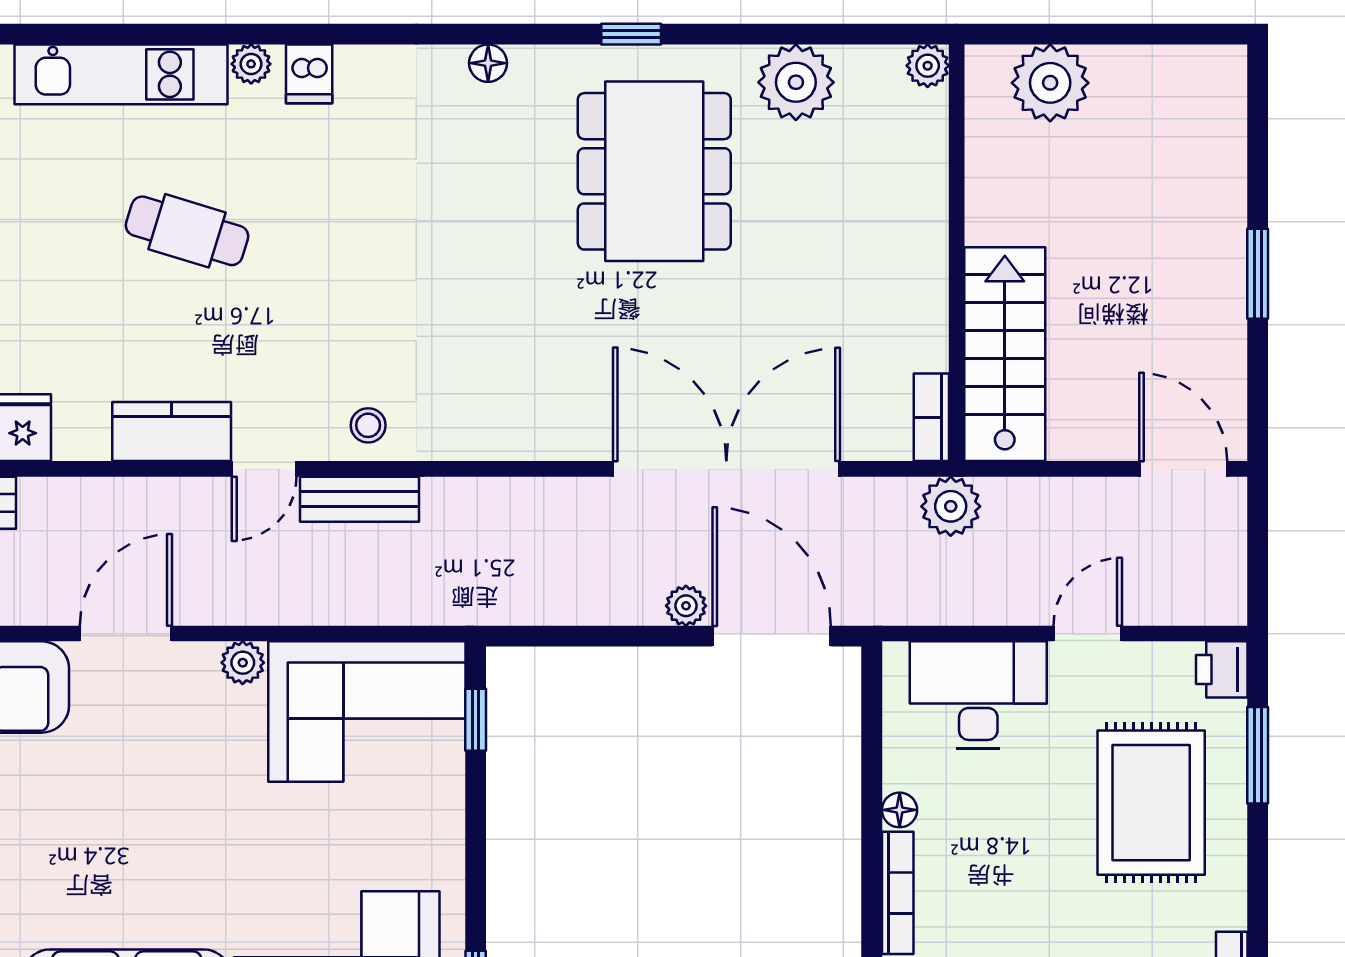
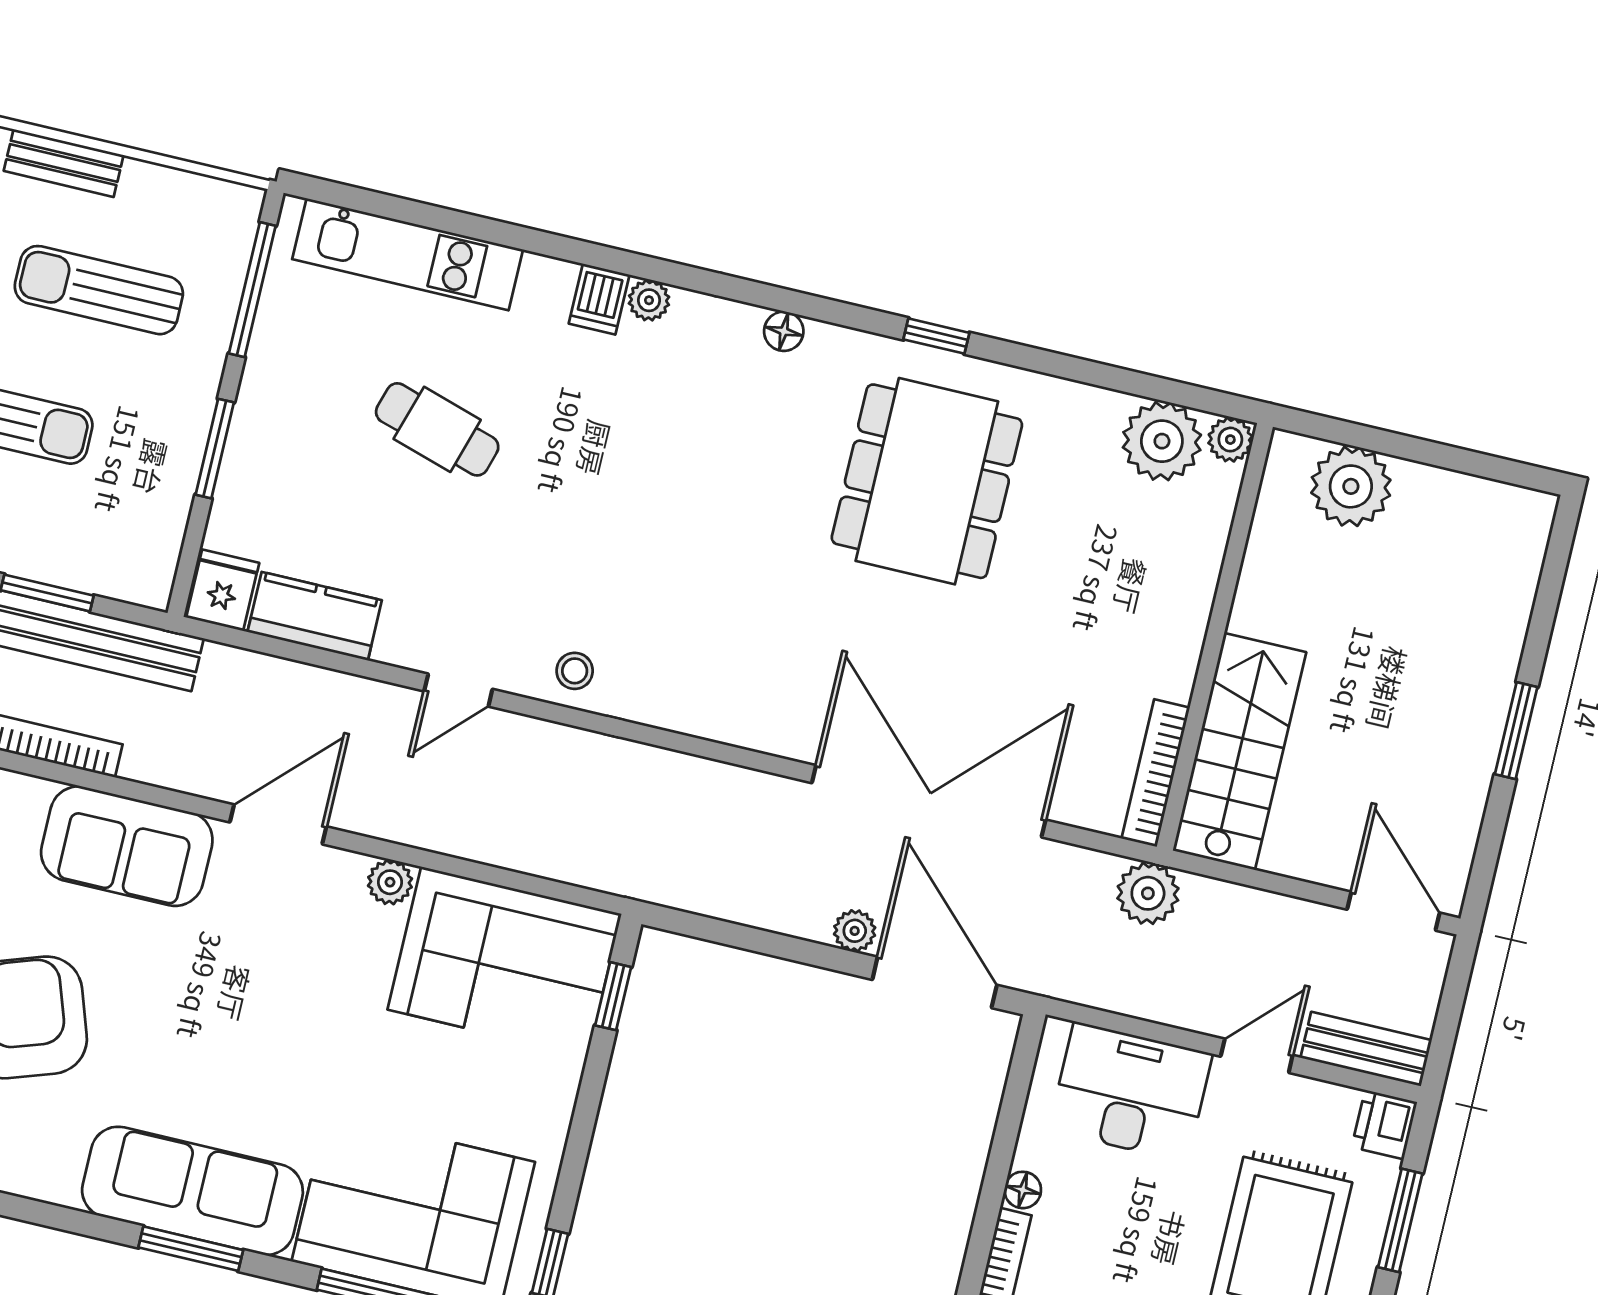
plant: (251, 64) -> (649, 300), moved
plant: (796, 82) -> (1162, 441), moved
bookcase: (931, 417) -> (1156, 773), width x1.56
kitchen counter: (172, 432) -> (315, 616), moved
bench: (360, 499) -> (1366, 1049), moved

